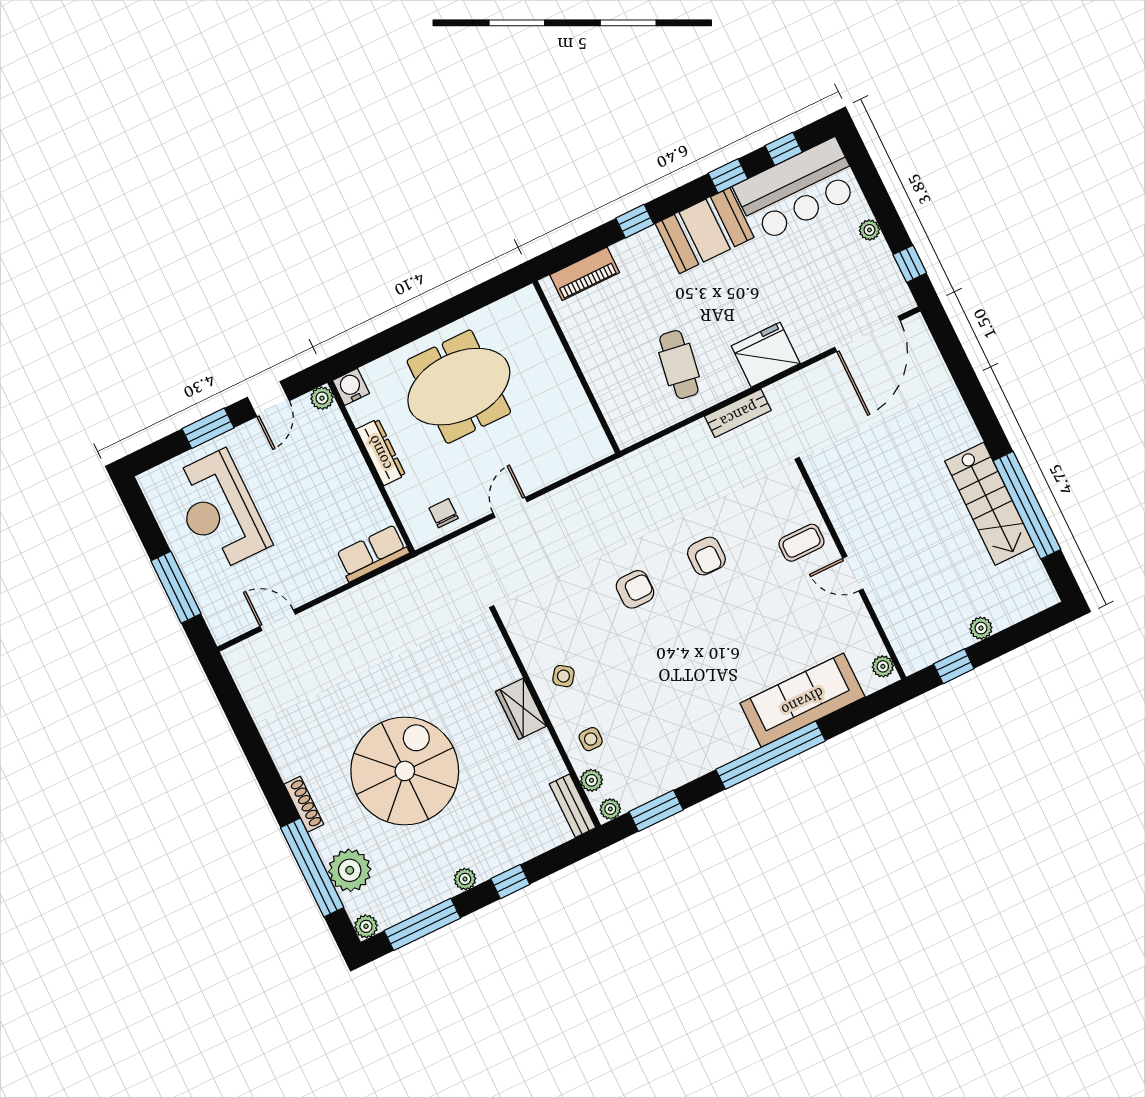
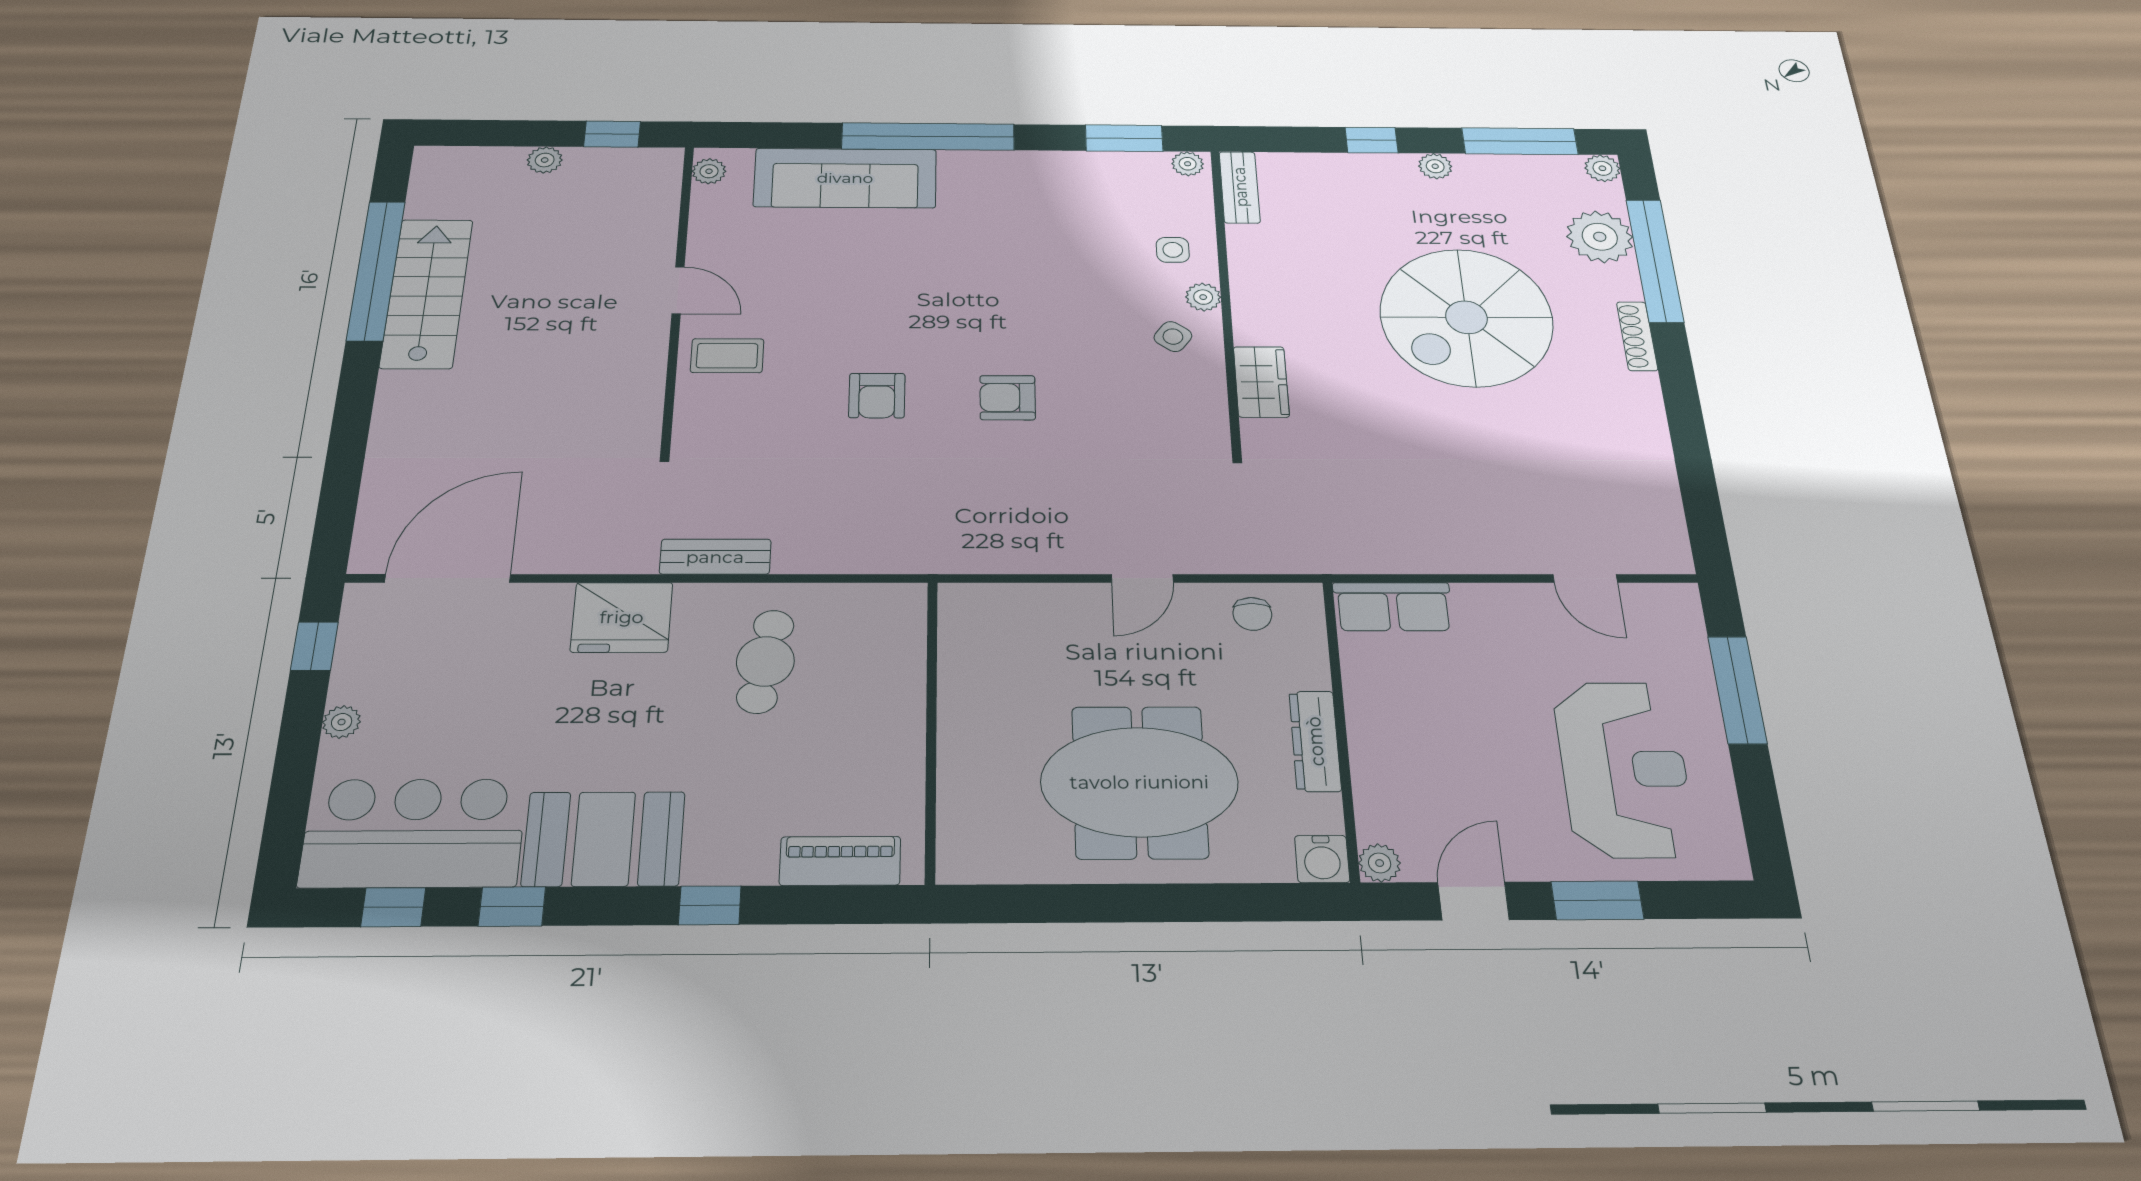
armchair: (706, 556) -> (877, 396), turned 180
wardrobe: (521, 709) -> (1261, 382), moved
plant: (591, 780) -> (1203, 297), moved

